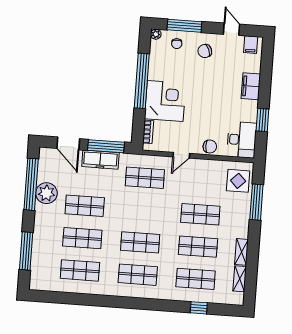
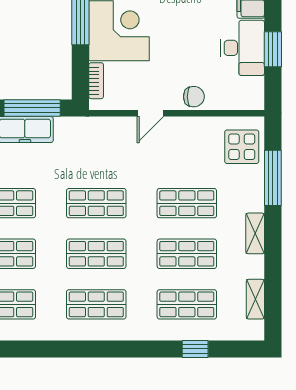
desk: (242, 140) -> (243, 48), moved
shop shelf: (145, 178) -> (96, 203), moved
shelving: (241, 252) -> (255, 233), moved

